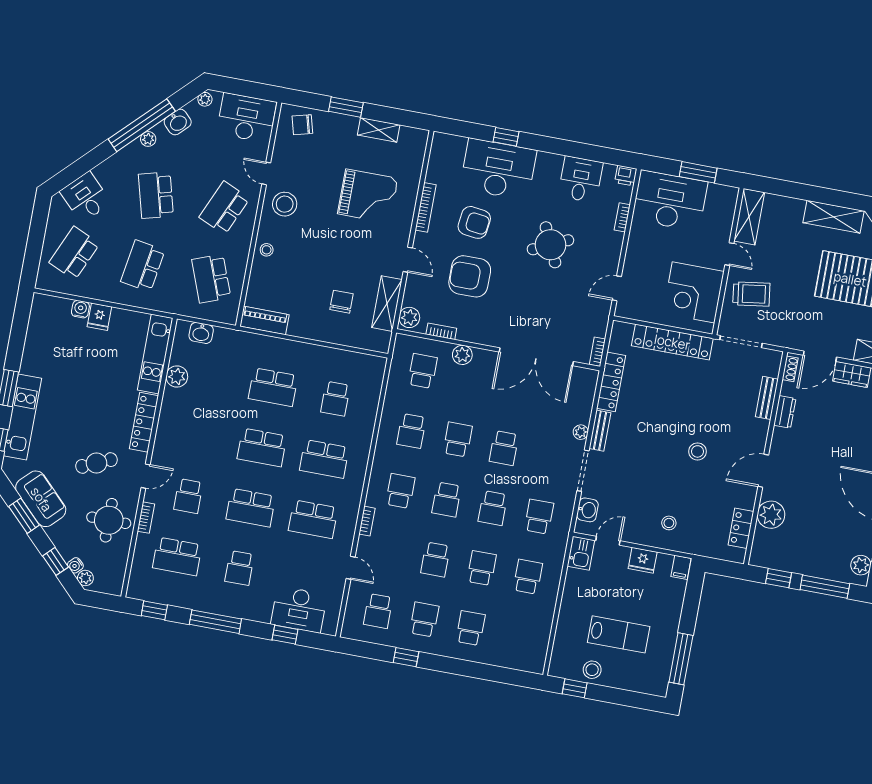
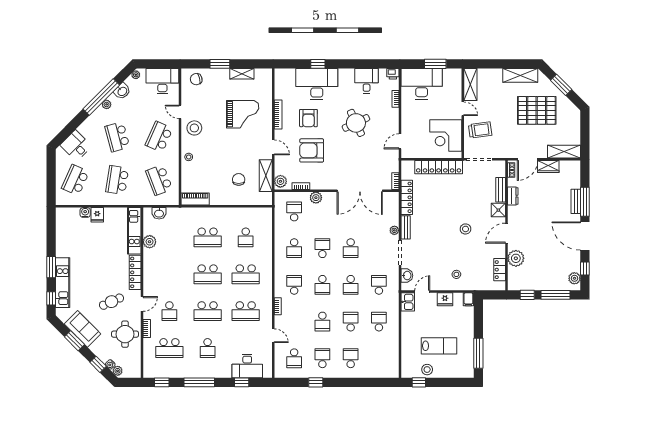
armchair: (474, 222) -> (308, 118), turned 83
shower: (757, 430) -> (498, 210), added

